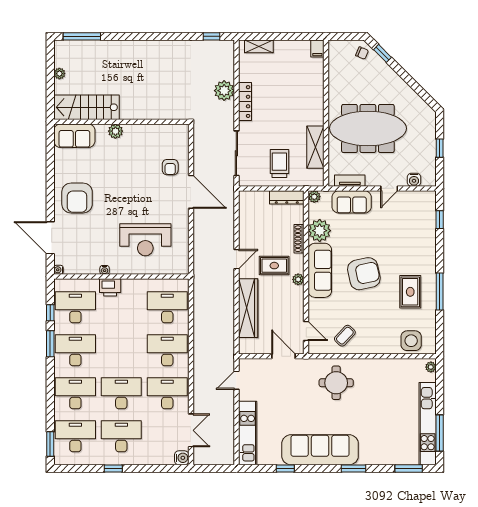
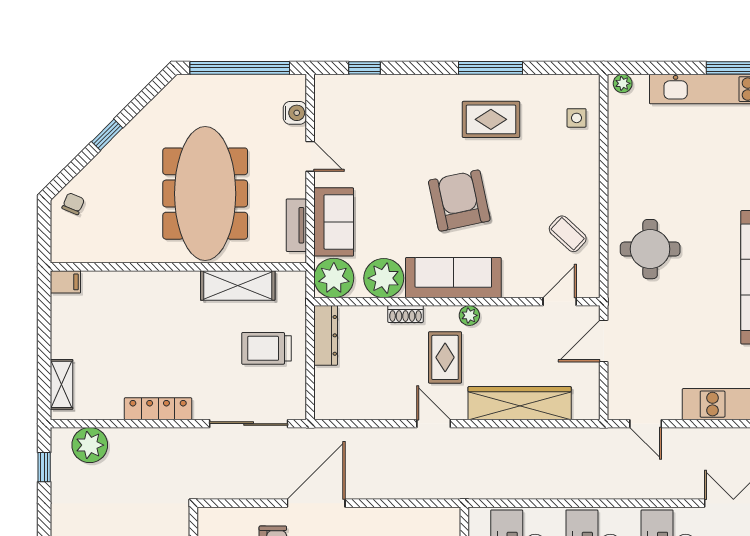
window: (382, 53) -> (107, 135), moved
plant: (224, 91) -> (90, 445), moved
window: (440, 148) -> (240, 68), width x3.17
plant: (314, 197) -> (334, 278), width x1.87, depth x1.87
shoe rack: (299, 239) -> (406, 314), width x0.70
side table: (411, 341) -> (577, 118), width x0.54, depth x0.54

